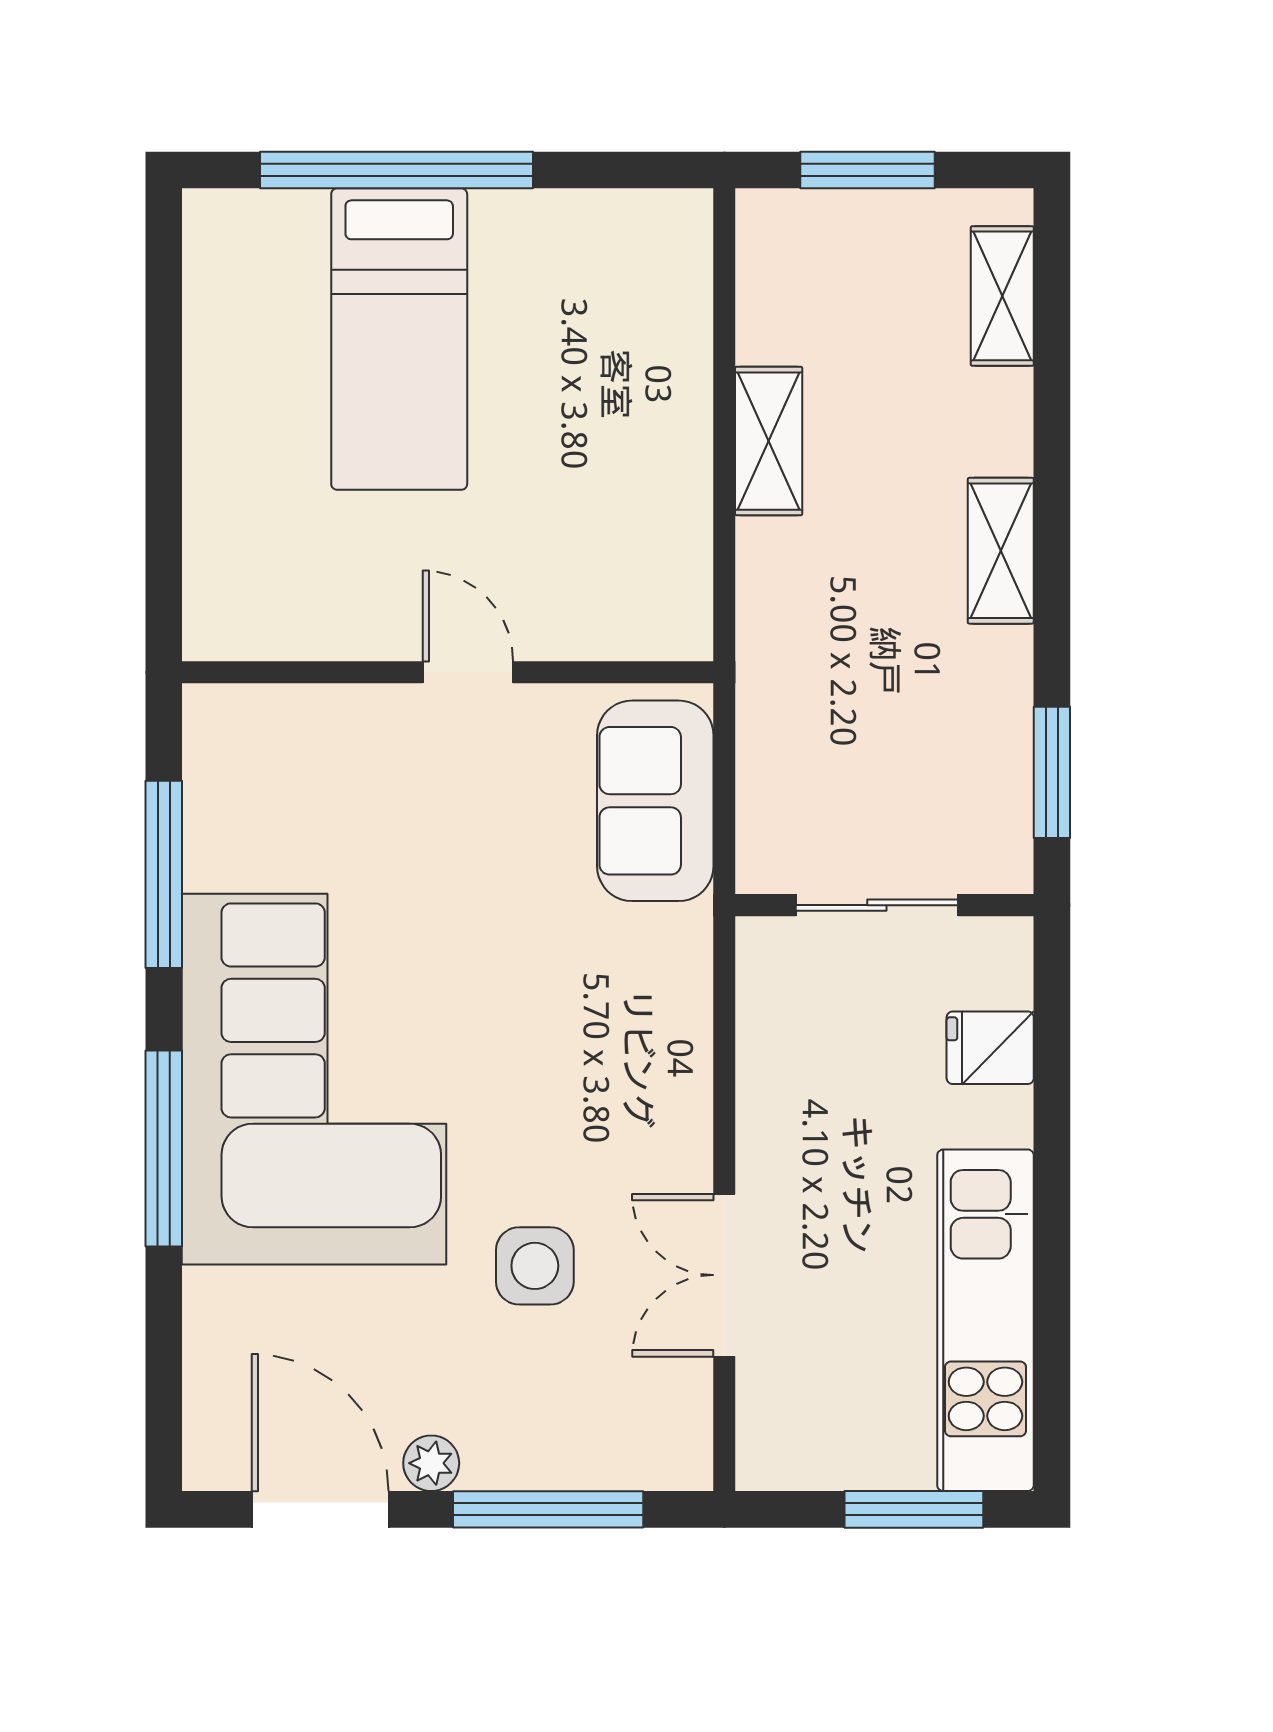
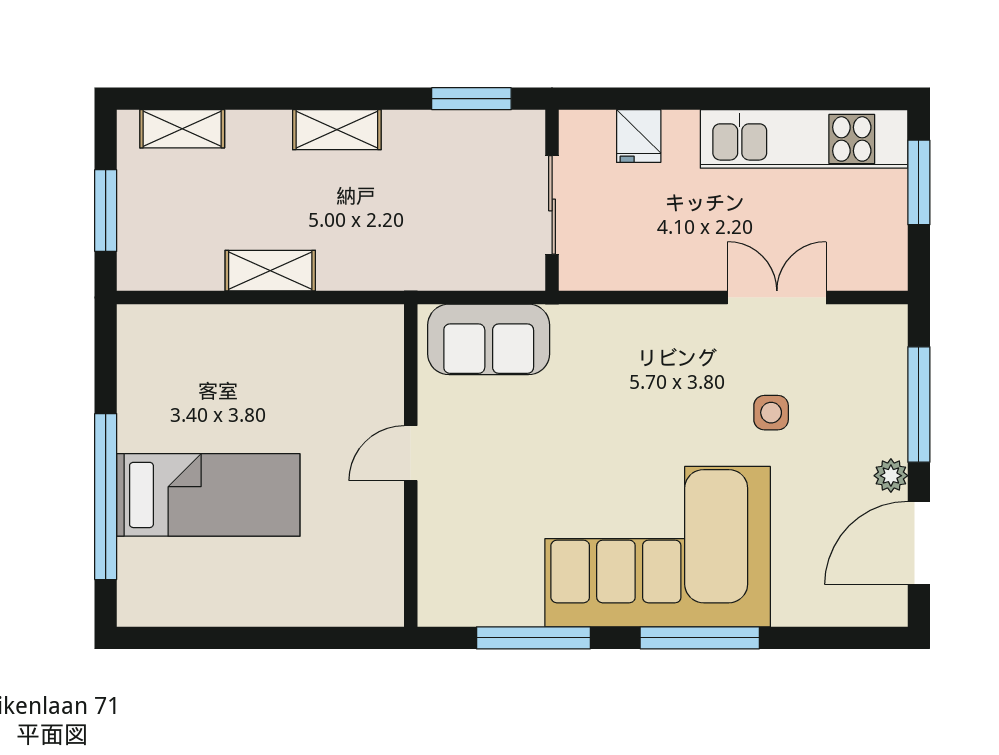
side table: (535, 1266) -> (771, 413), width x0.73, depth x0.73
double door: (724, 1275) -> (777, 298), swing flipped

